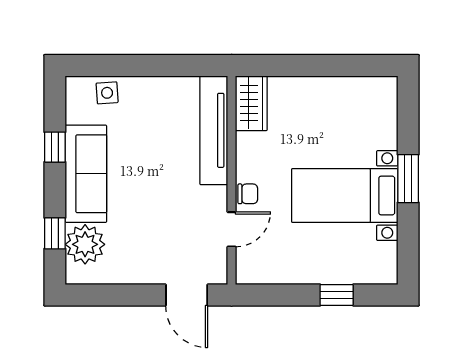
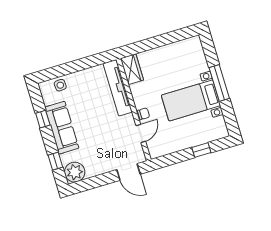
window: (408, 179) -> (219, 83), width x1.44
plant: (85, 244) -> (75, 172), moved

